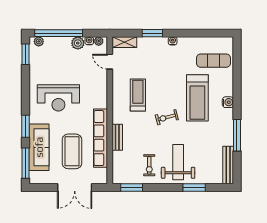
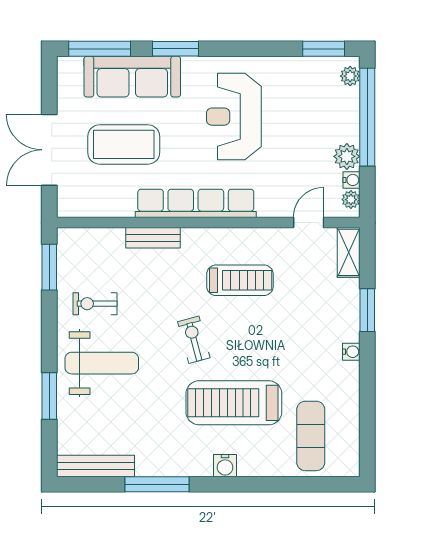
row of seats: (101, 138) -> (196, 203), moved

